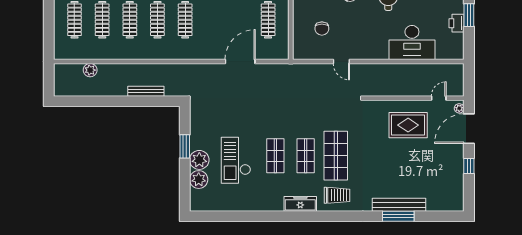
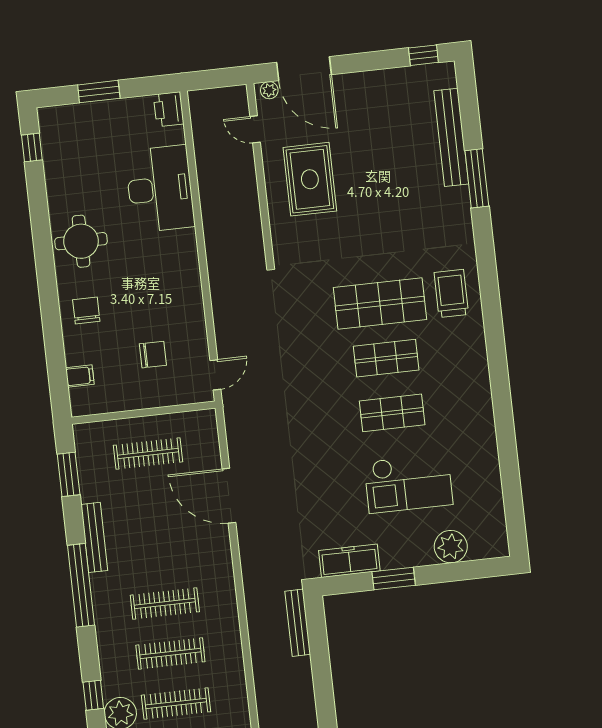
printer: (457, 23) -> (169, 109), moved, turned 90
door: (341, 61) -> (215, 375), moved
bench: (146, 91) -> (298, 623), moved
plant: (199, 160) -> (415, 550), removed
window: (469, 166) -> (423, 55), moved
freezer: (300, 204) -> (349, 561), moved, turned 90
bench: (399, 205) -> (451, 137), moved

